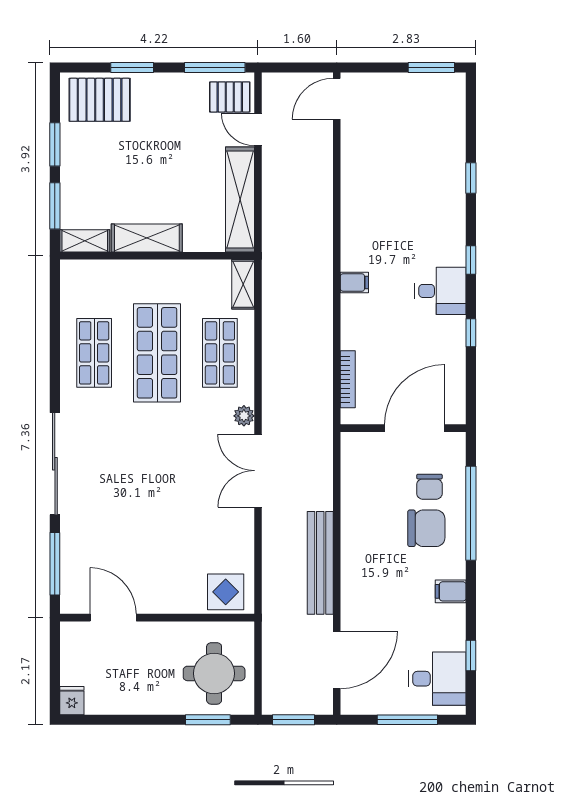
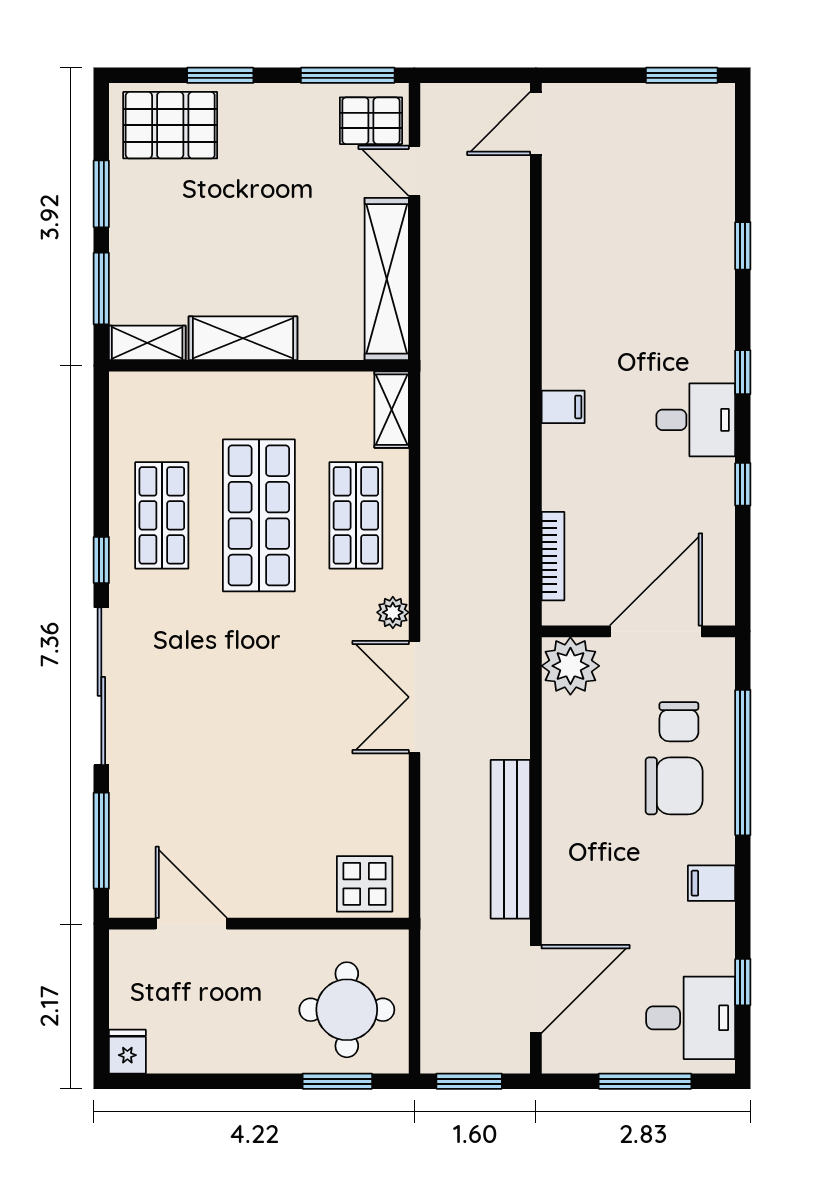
window: (55, 382) -> (101, 560), added
plant: (359, 451) -> (570, 666), added

